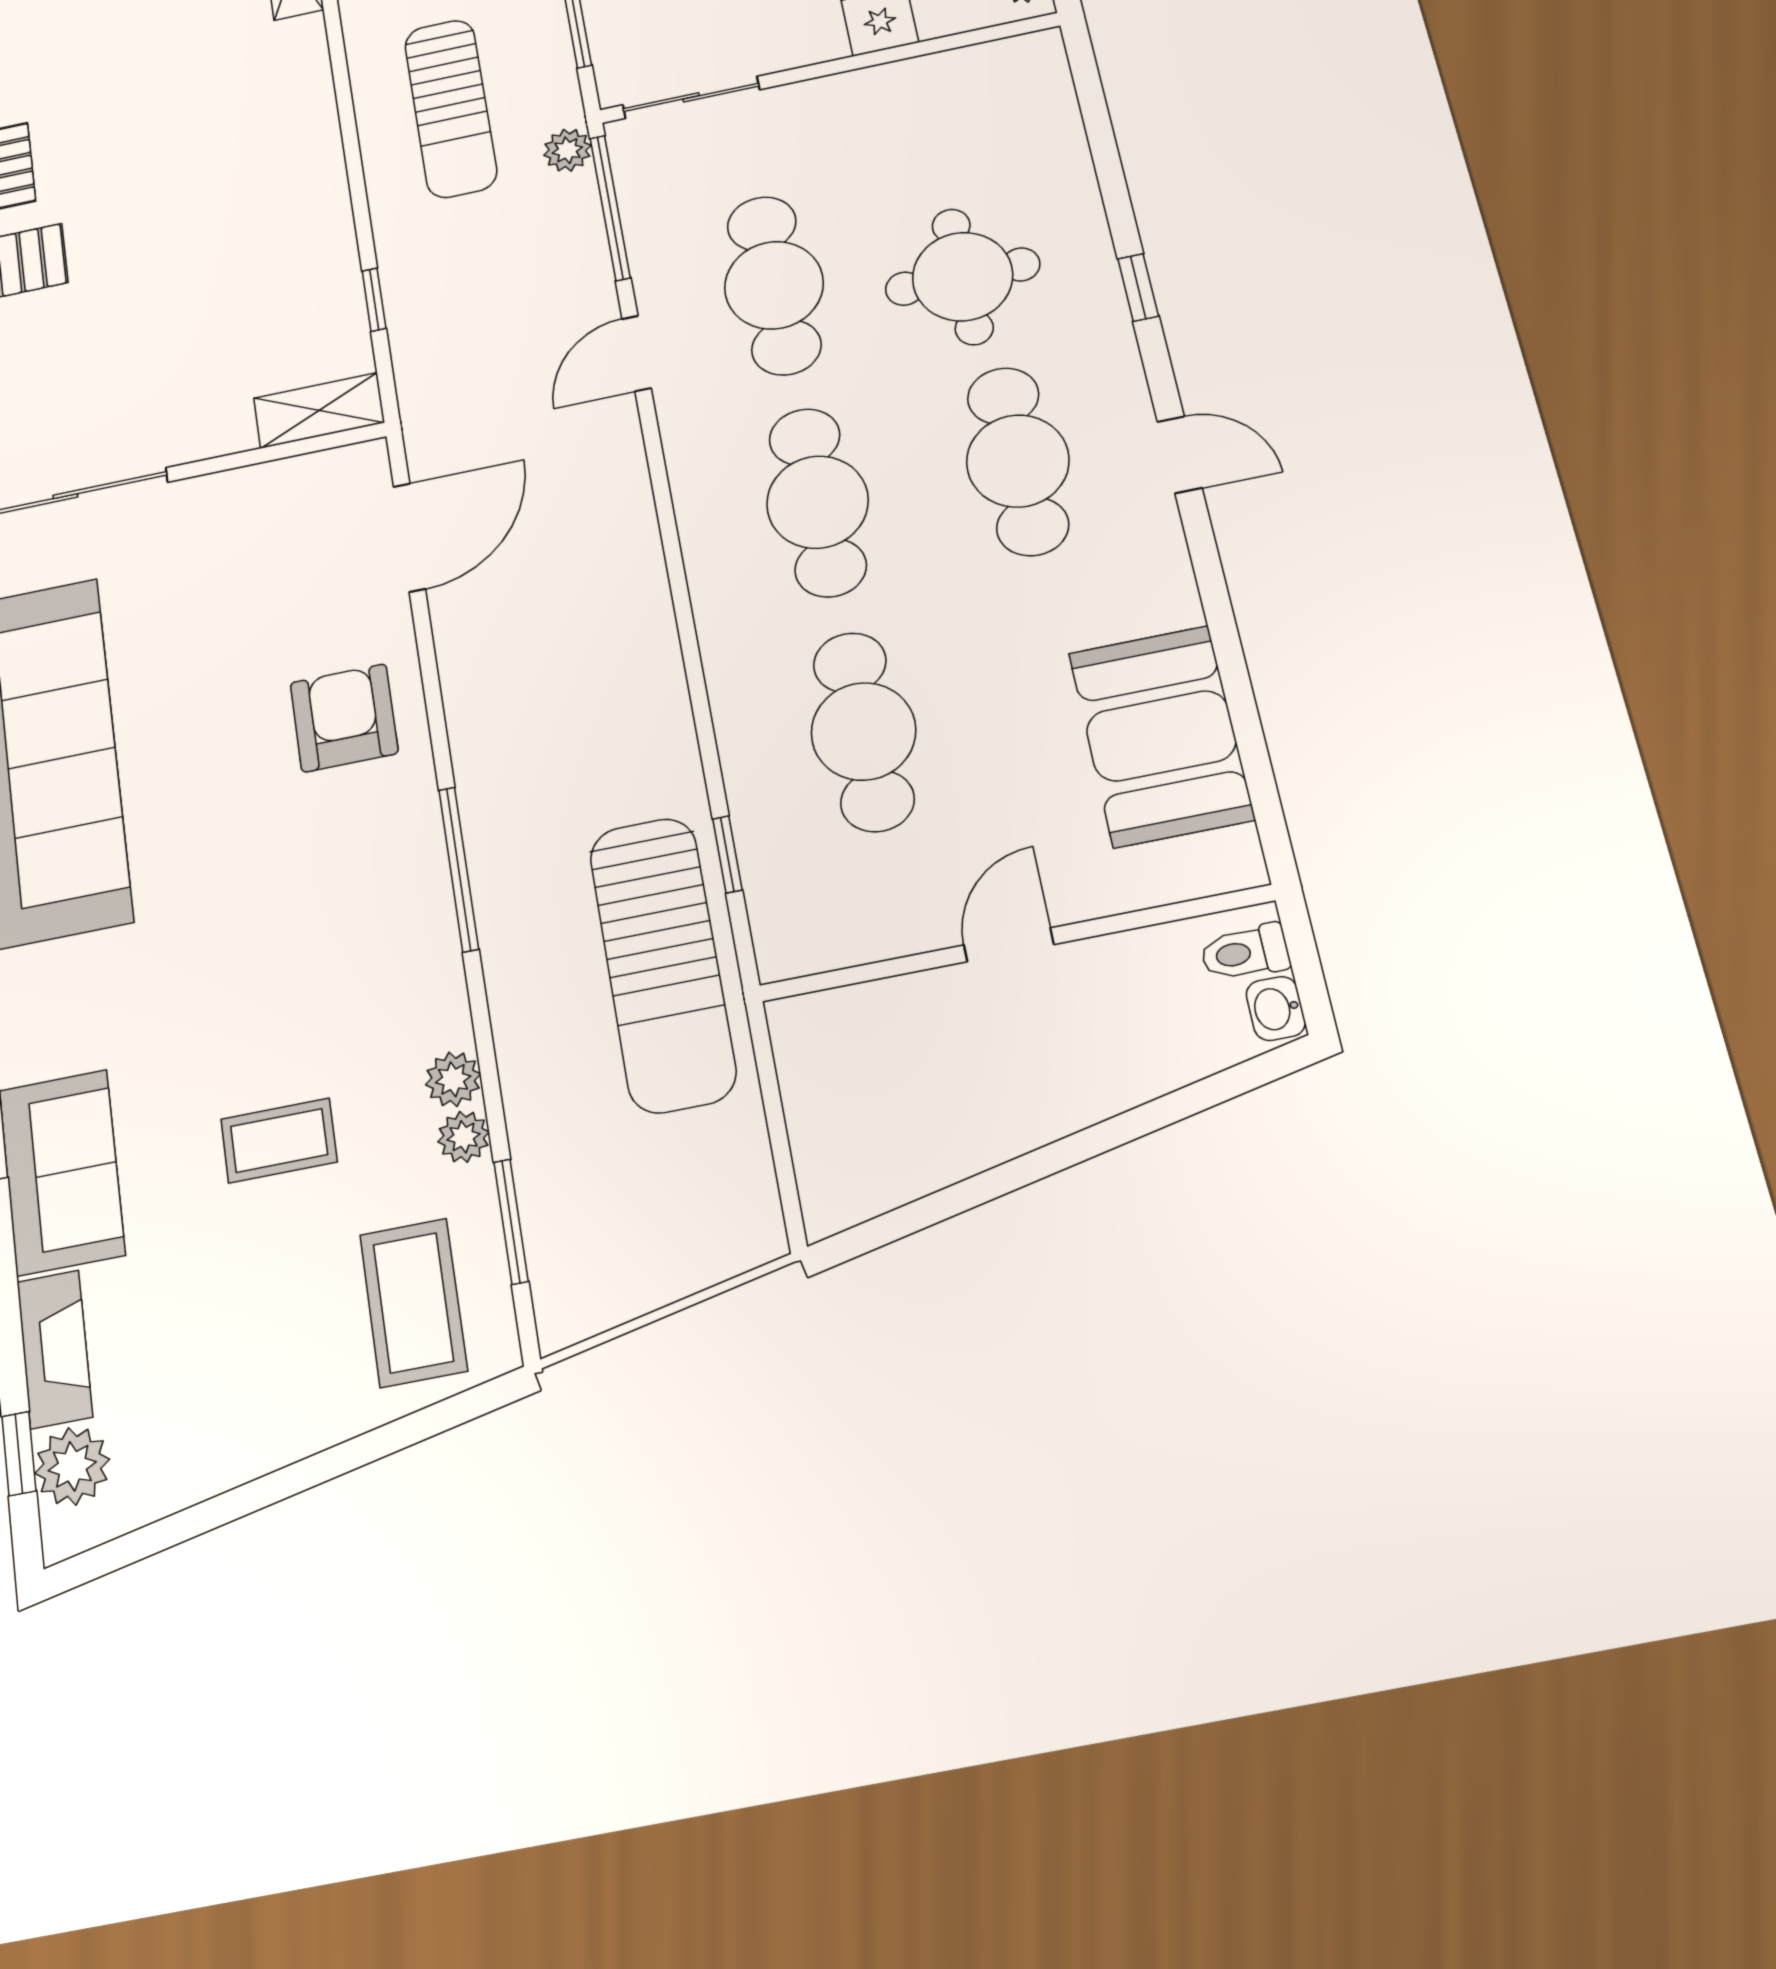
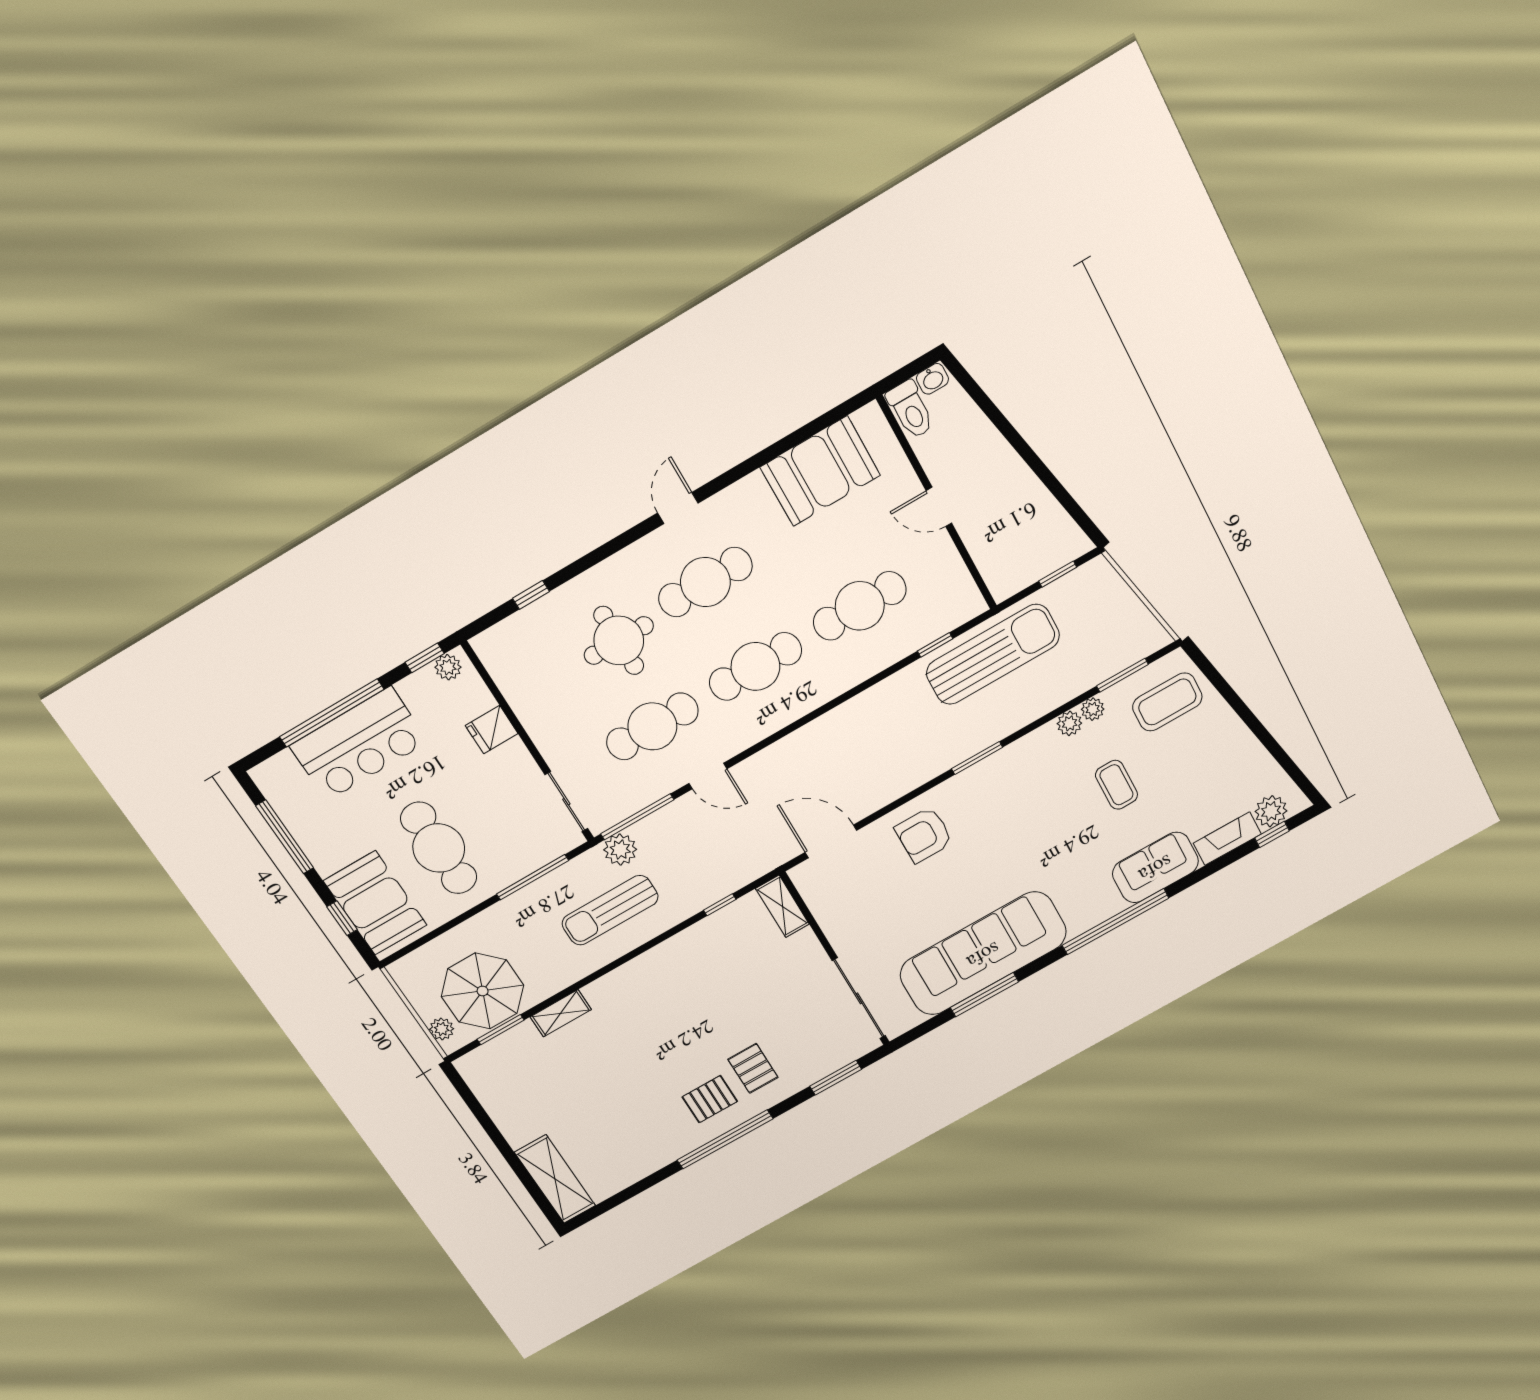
sun lounger: (451, 108) -> (610, 910), turned 180
plant: (567, 150) -> (620, 850), width x1.38, depth x1.38
window: (1138, 287) -> (531, 595), moved
window: (459, 869) -> (977, 758), width x0.69
toilet: (1245, 952) -> (911, 410), width x1.37, depth x1.39
window: (780, 1146) -> (1058, 574), added

